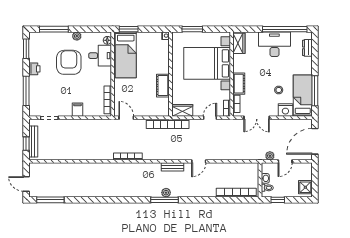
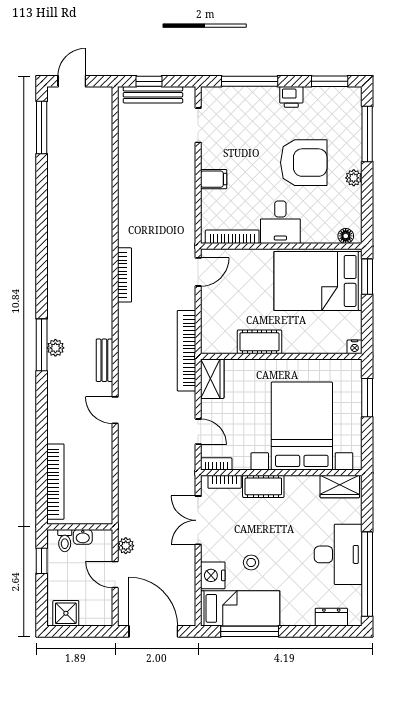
bed: (126, 55) -> (318, 281), width x1.50
desk: (100, 56) -> (280, 222), moved

